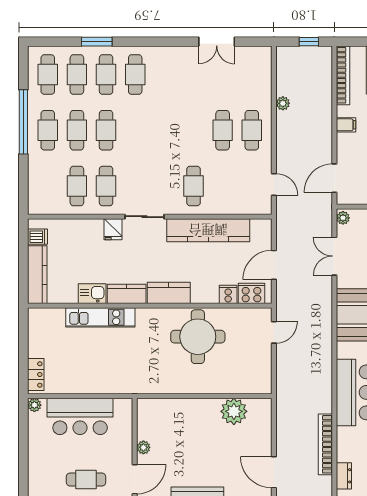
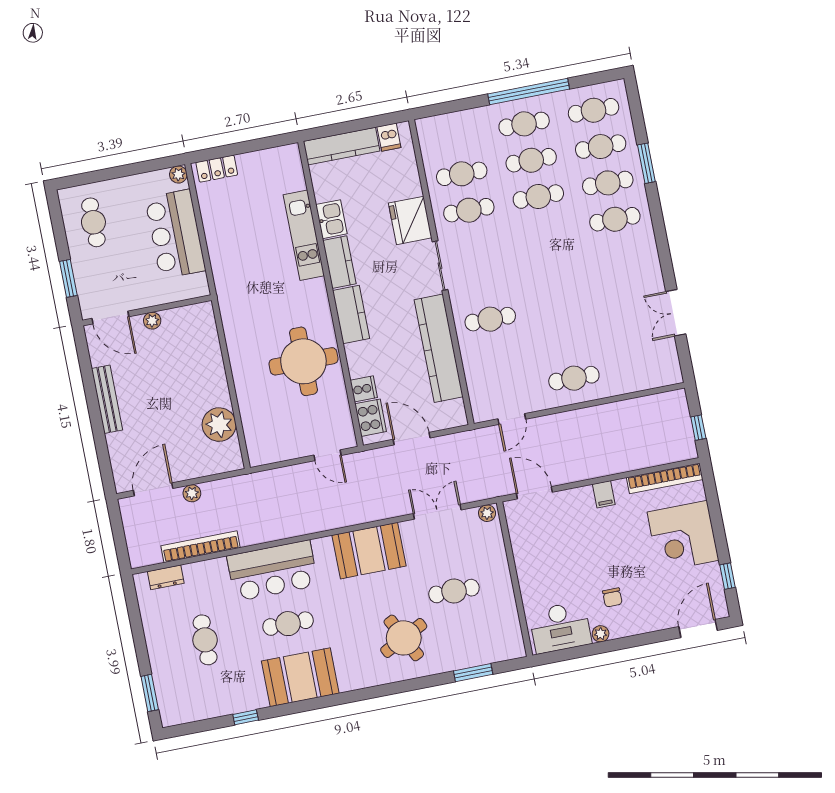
plant: (283, 103) -> (192, 493), moved
cafe table: (223, 130) -> (567, 342), removed
fridge: (113, 229) -> (410, 220), width x1.88, depth x1.34
cafe table: (86, 480) -> (93, 222), moved

